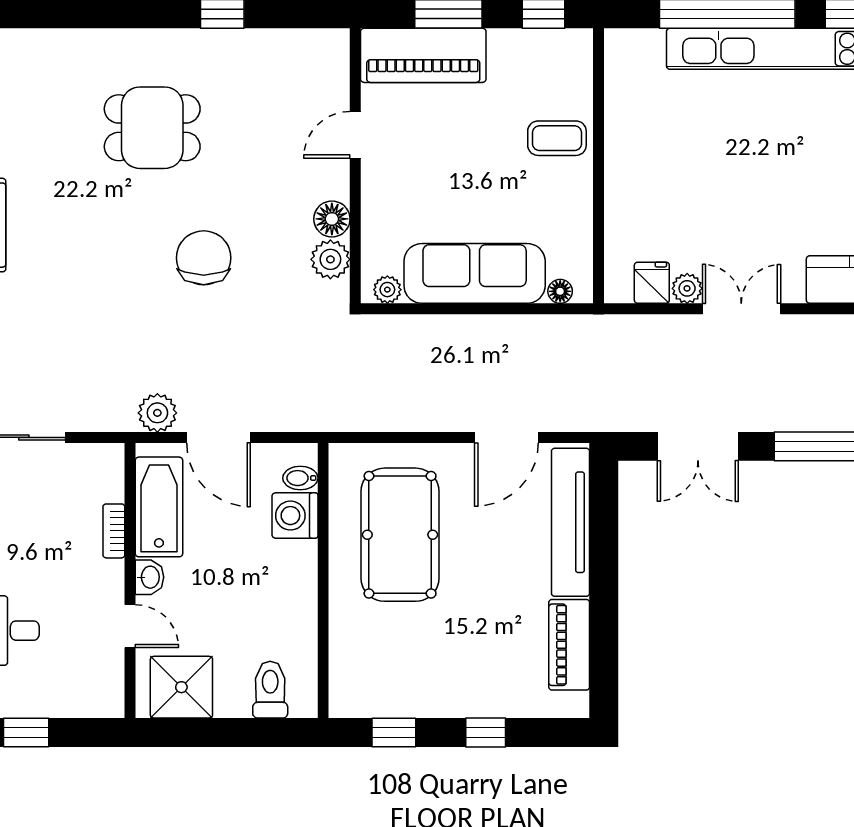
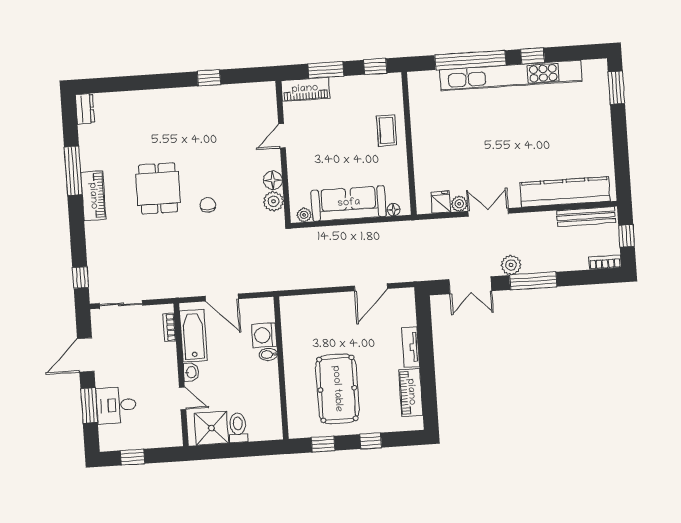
piano: (423, 55) -> (305, 89), width x0.73, depth x0.75
dining table: (152, 128) -> (158, 188), moved, turned 90
coffee table: (557, 138) -> (387, 130), turned 90
chair: (204, 258) -> (208, 205), width x0.54, depth x0.54
plant: (157, 413) -> (511, 265), moved
bidet: (300, 478) -> (268, 354), moved
tv unit: (571, 522) -> (411, 347), width x0.52, depth x0.78
bookcase: (114, 531) -> (169, 327), moved
pool table: (400, 535) -> (337, 389), moved
toilet: (270, 690) -> (238, 428), moved

